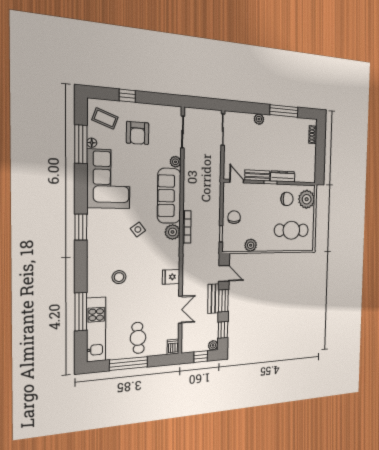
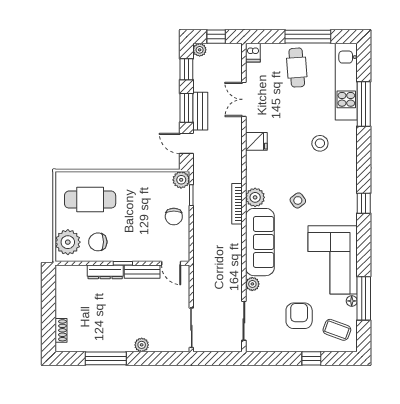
window: (81, 227) -> (364, 203), width x0.67
plant: (251, 245) -> (181, 180), moved

